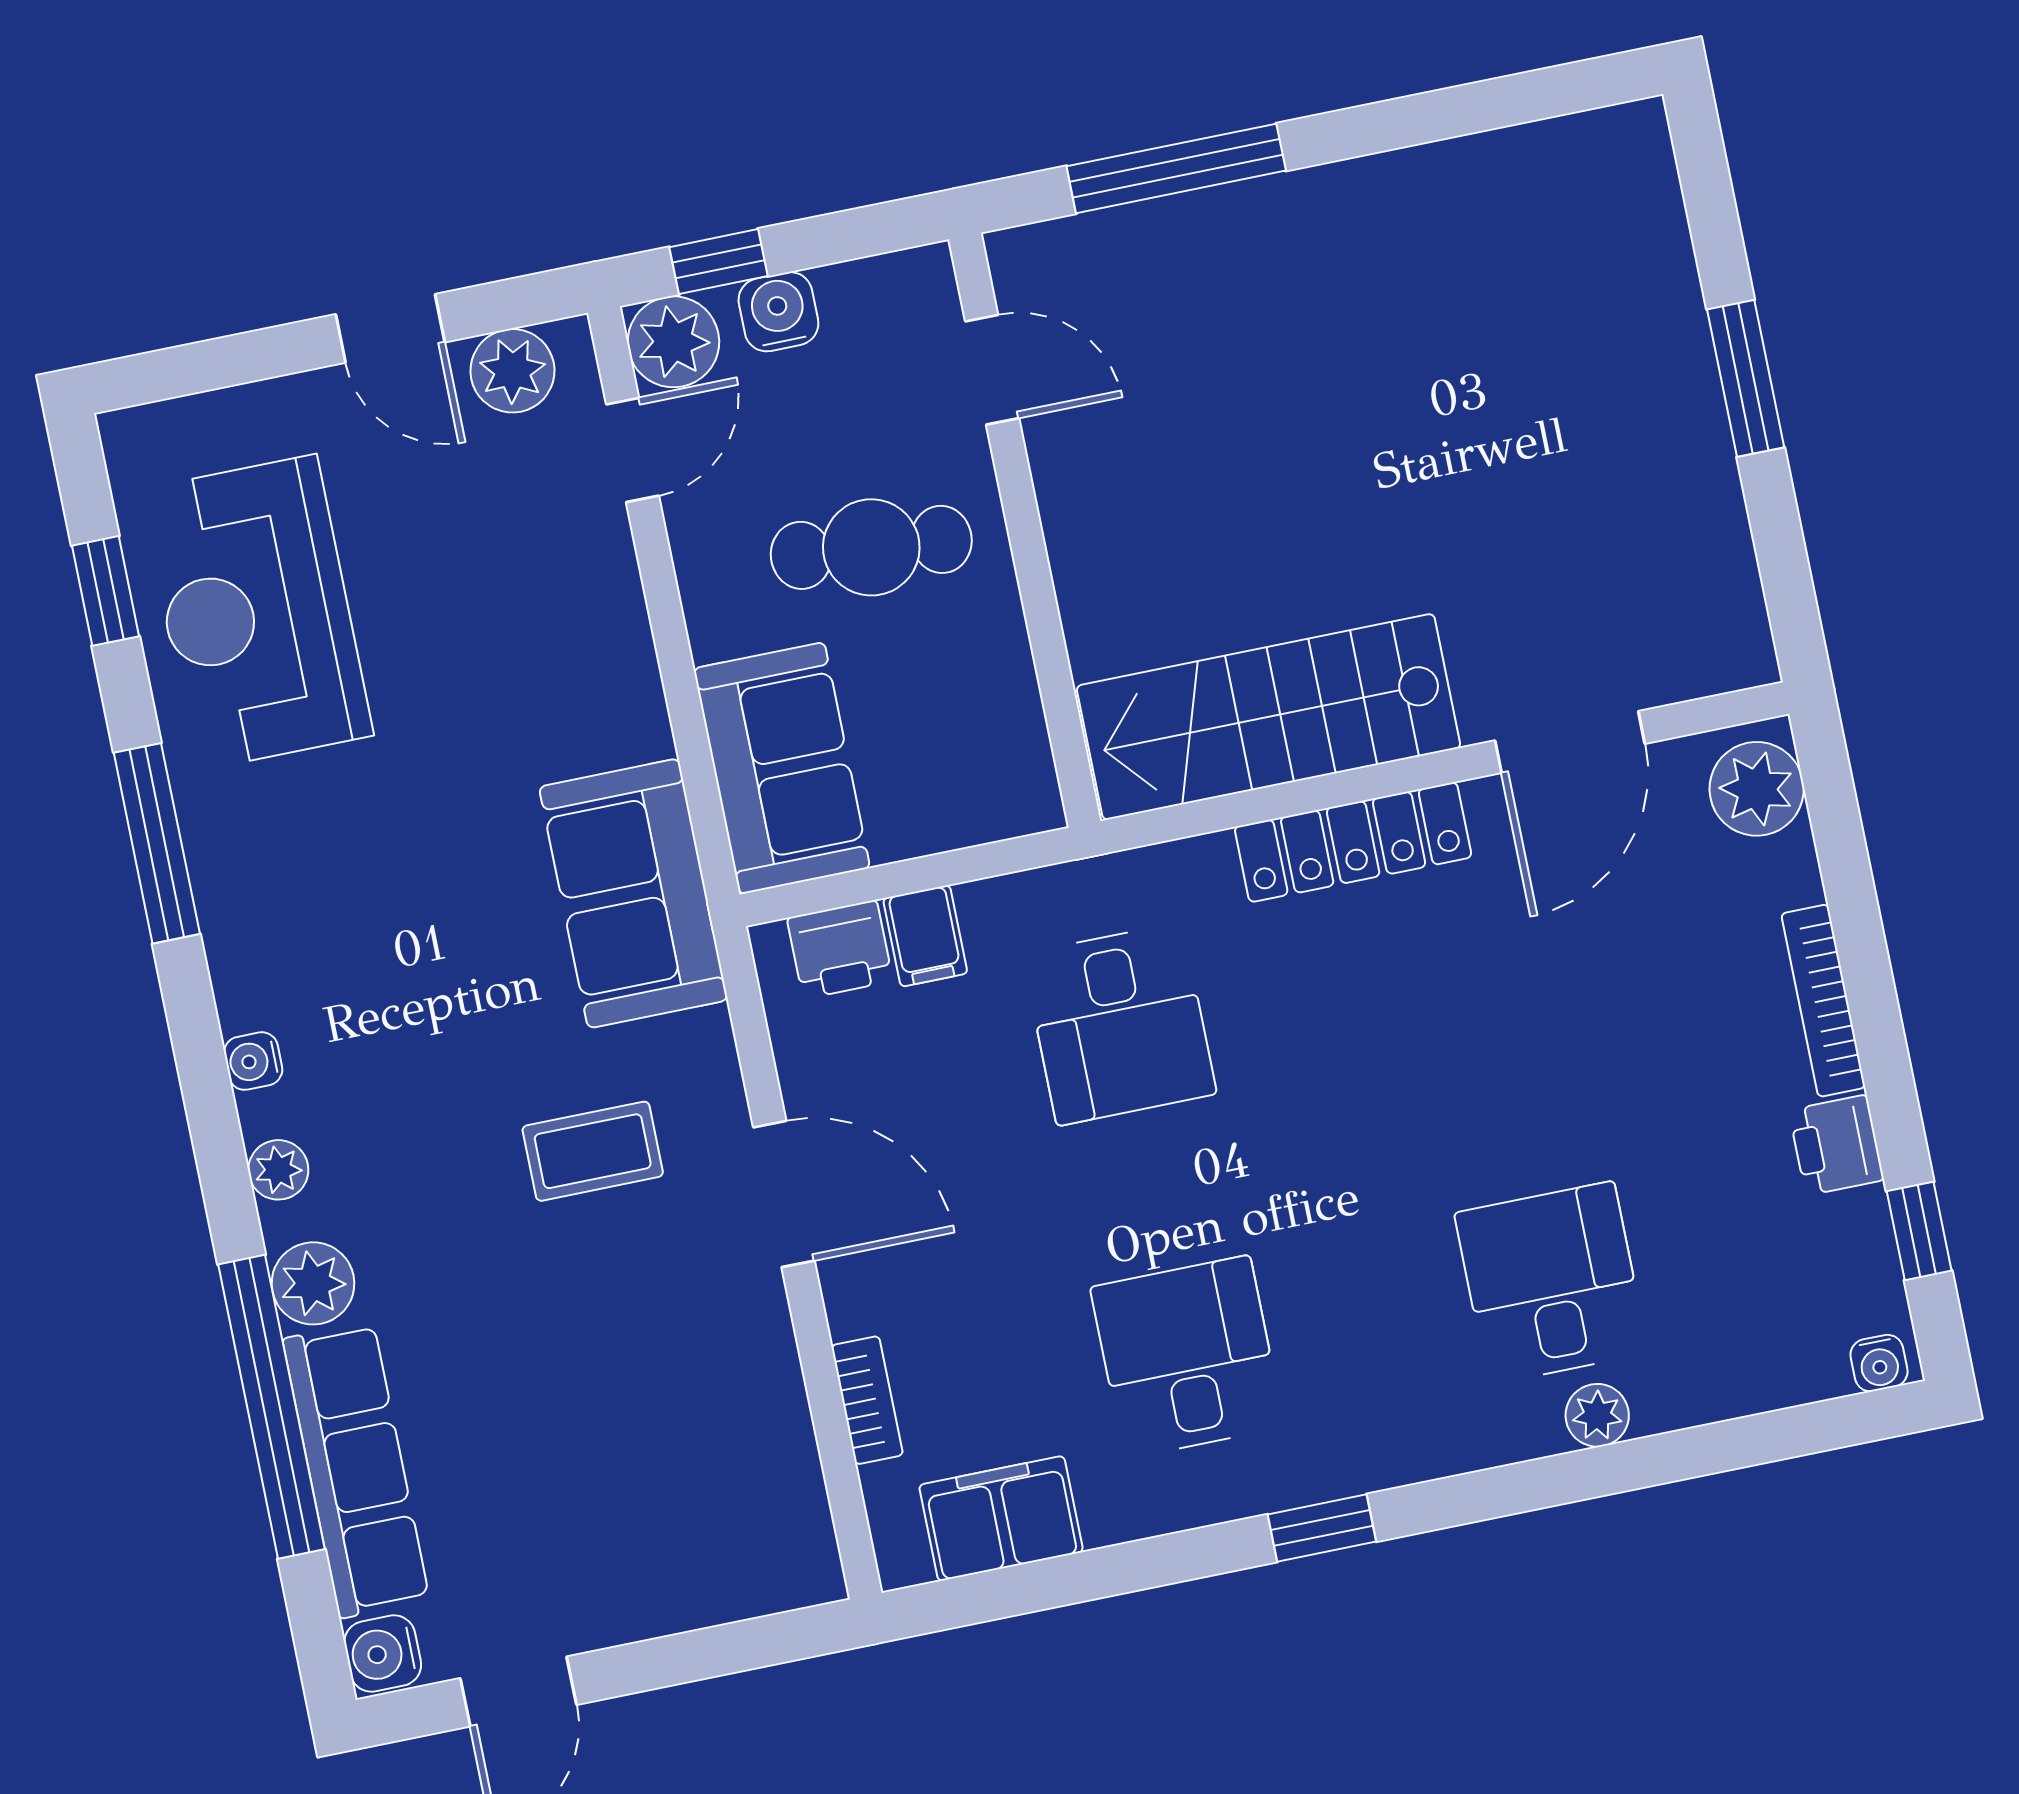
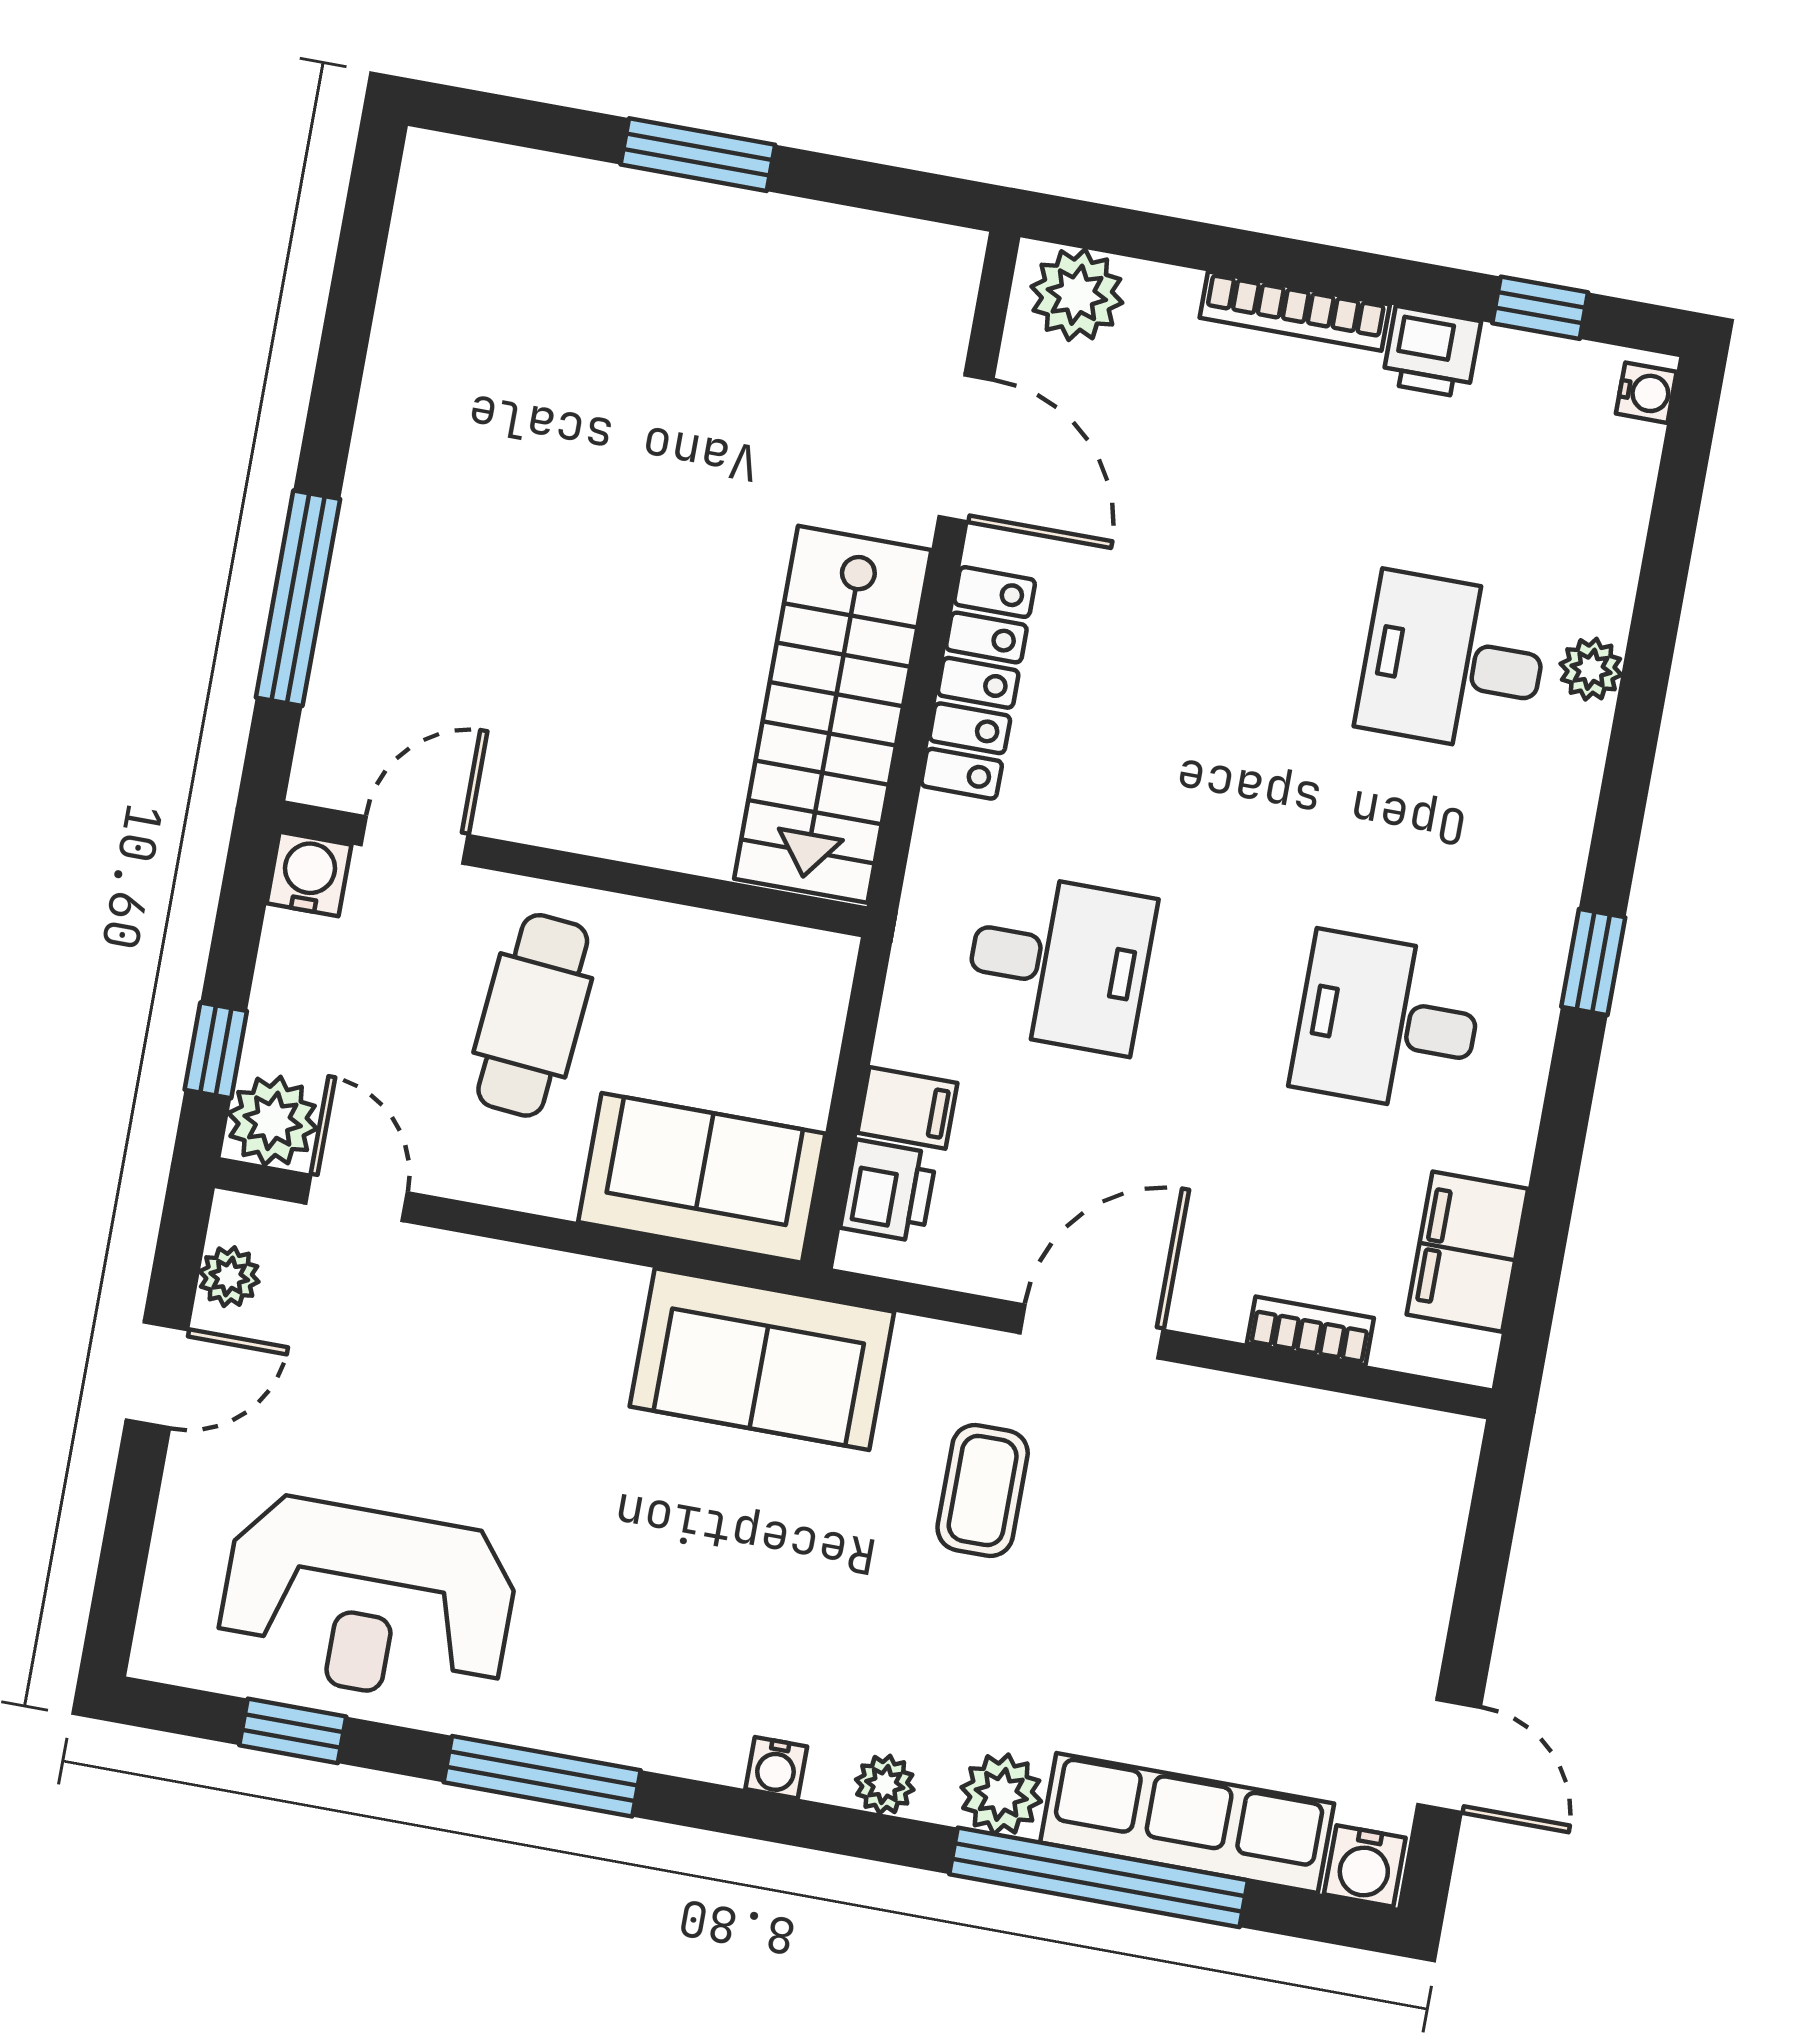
water cooler: (778, 312) -> (309, 874), moved, turned 90
plant: (512, 371) -> (229, 1277), width x0.73, depth x0.73

